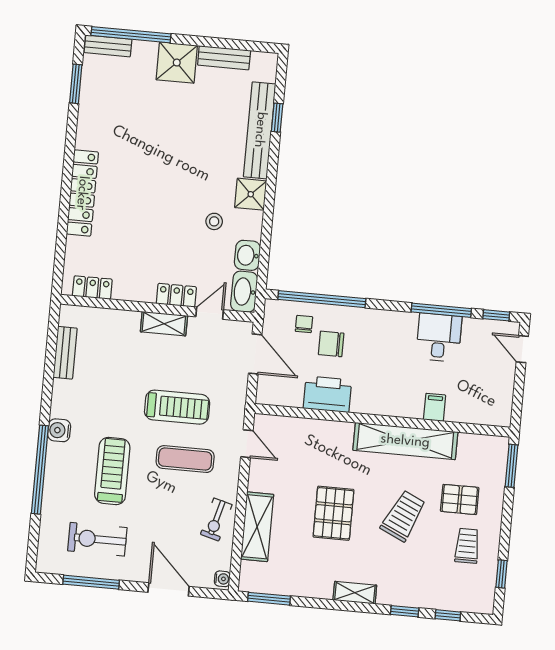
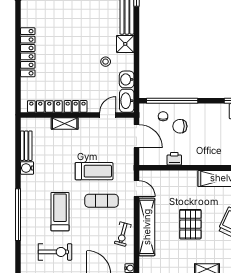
locker: (92, 288) -> (45, 106), width x1.53
locker: (176, 295) -> (76, 106), moved
shelving: (164, 324) -> (65, 124), moved
printer: (327, 394) -> (174, 159), width x0.53, depth x0.68
water cooler: (59, 430) -> (27, 168), moved
shelving: (257, 527) -> (147, 227), width x1.47
exercise bike: (97, 539) -> (55, 252), turned 180

